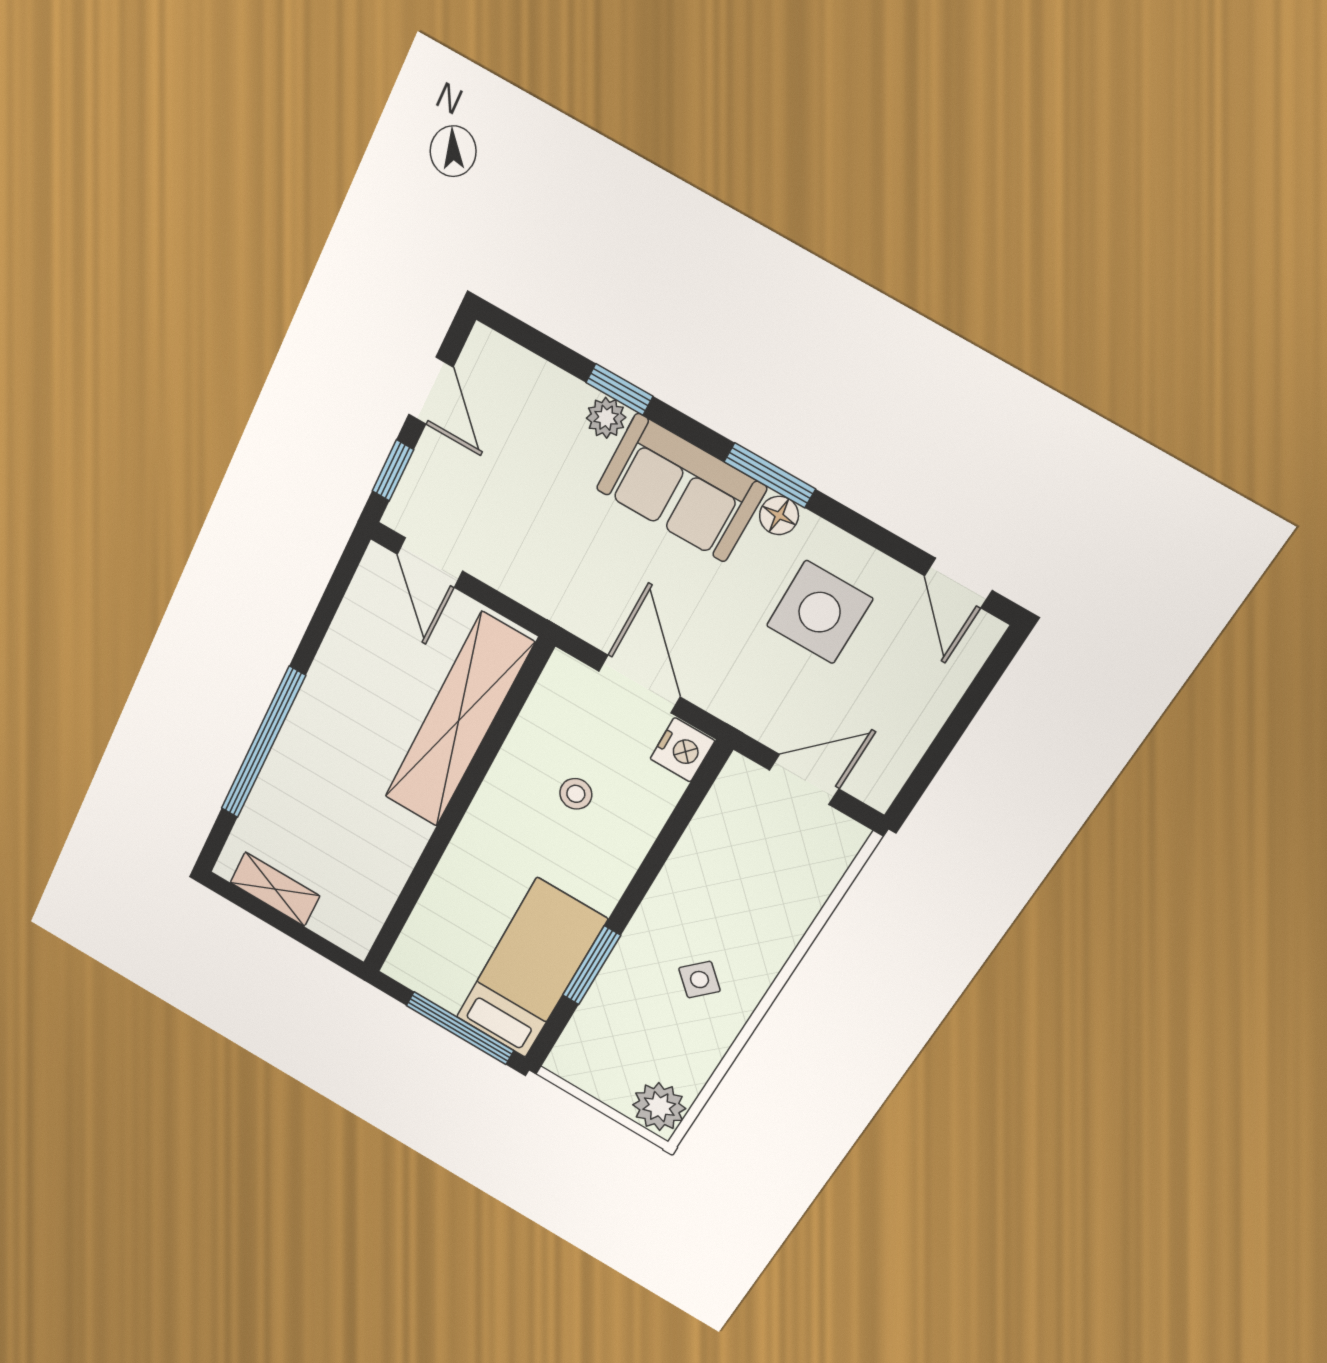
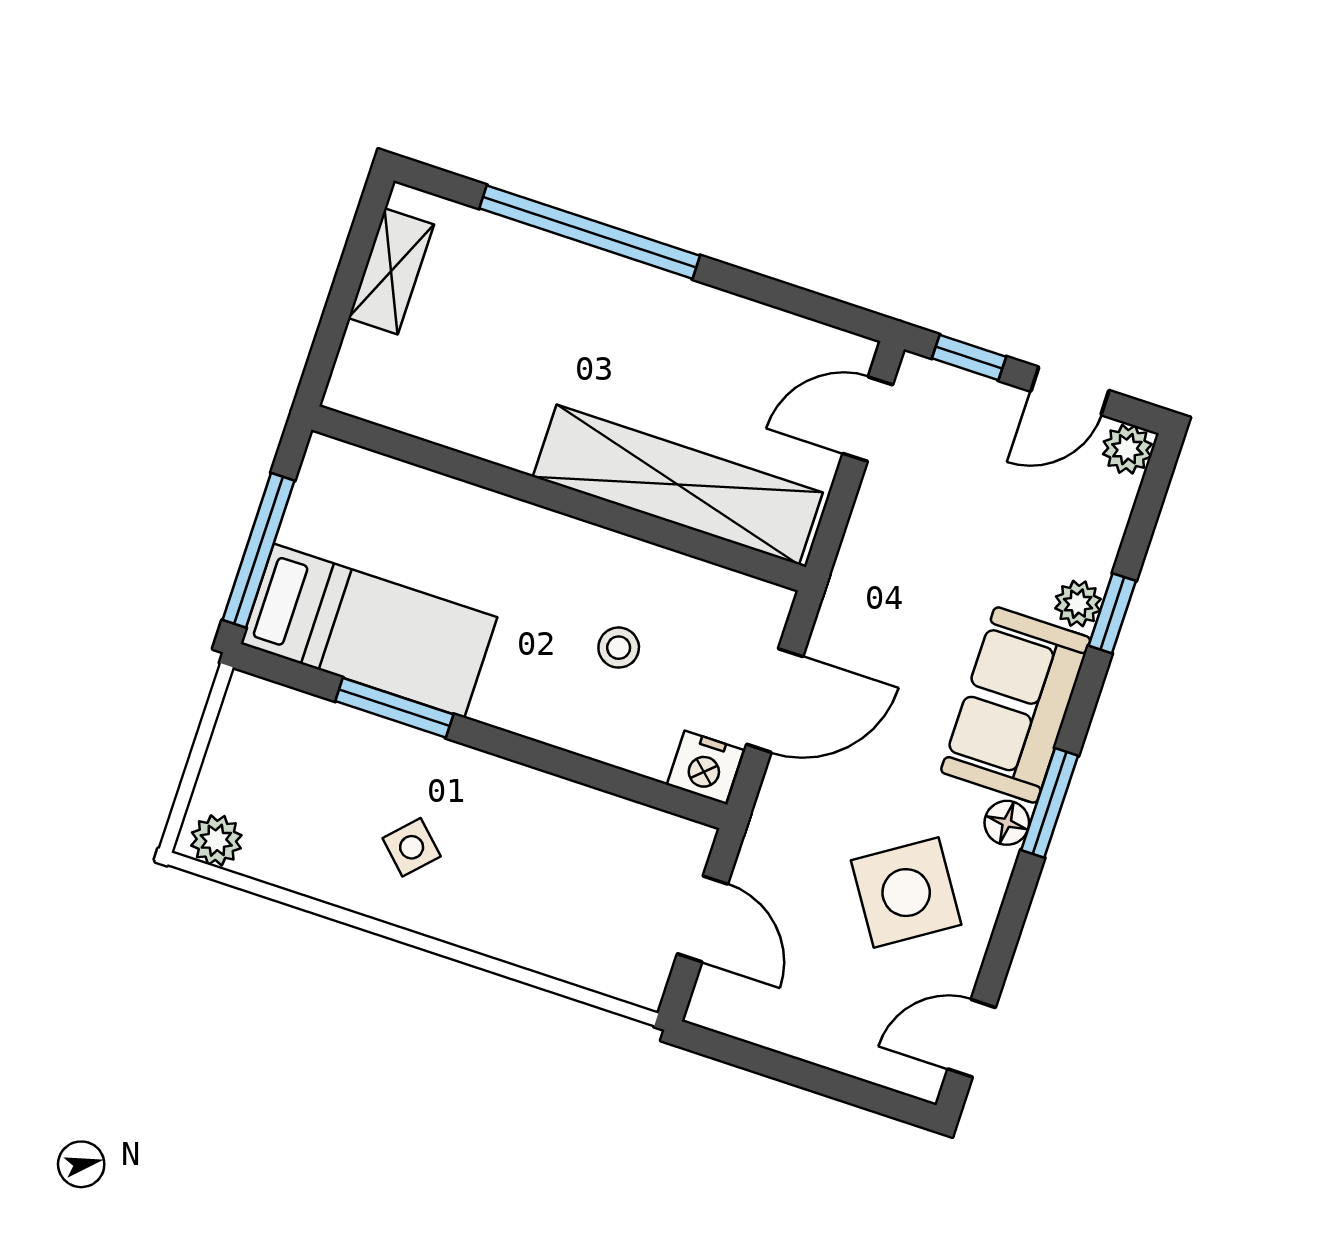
plant: (485, 350) -> (1127, 449), added
side table: (820, 612) -> (906, 893), turned -33
plant: (659, 1107) -> (216, 840), width x0.73, depth x0.73

